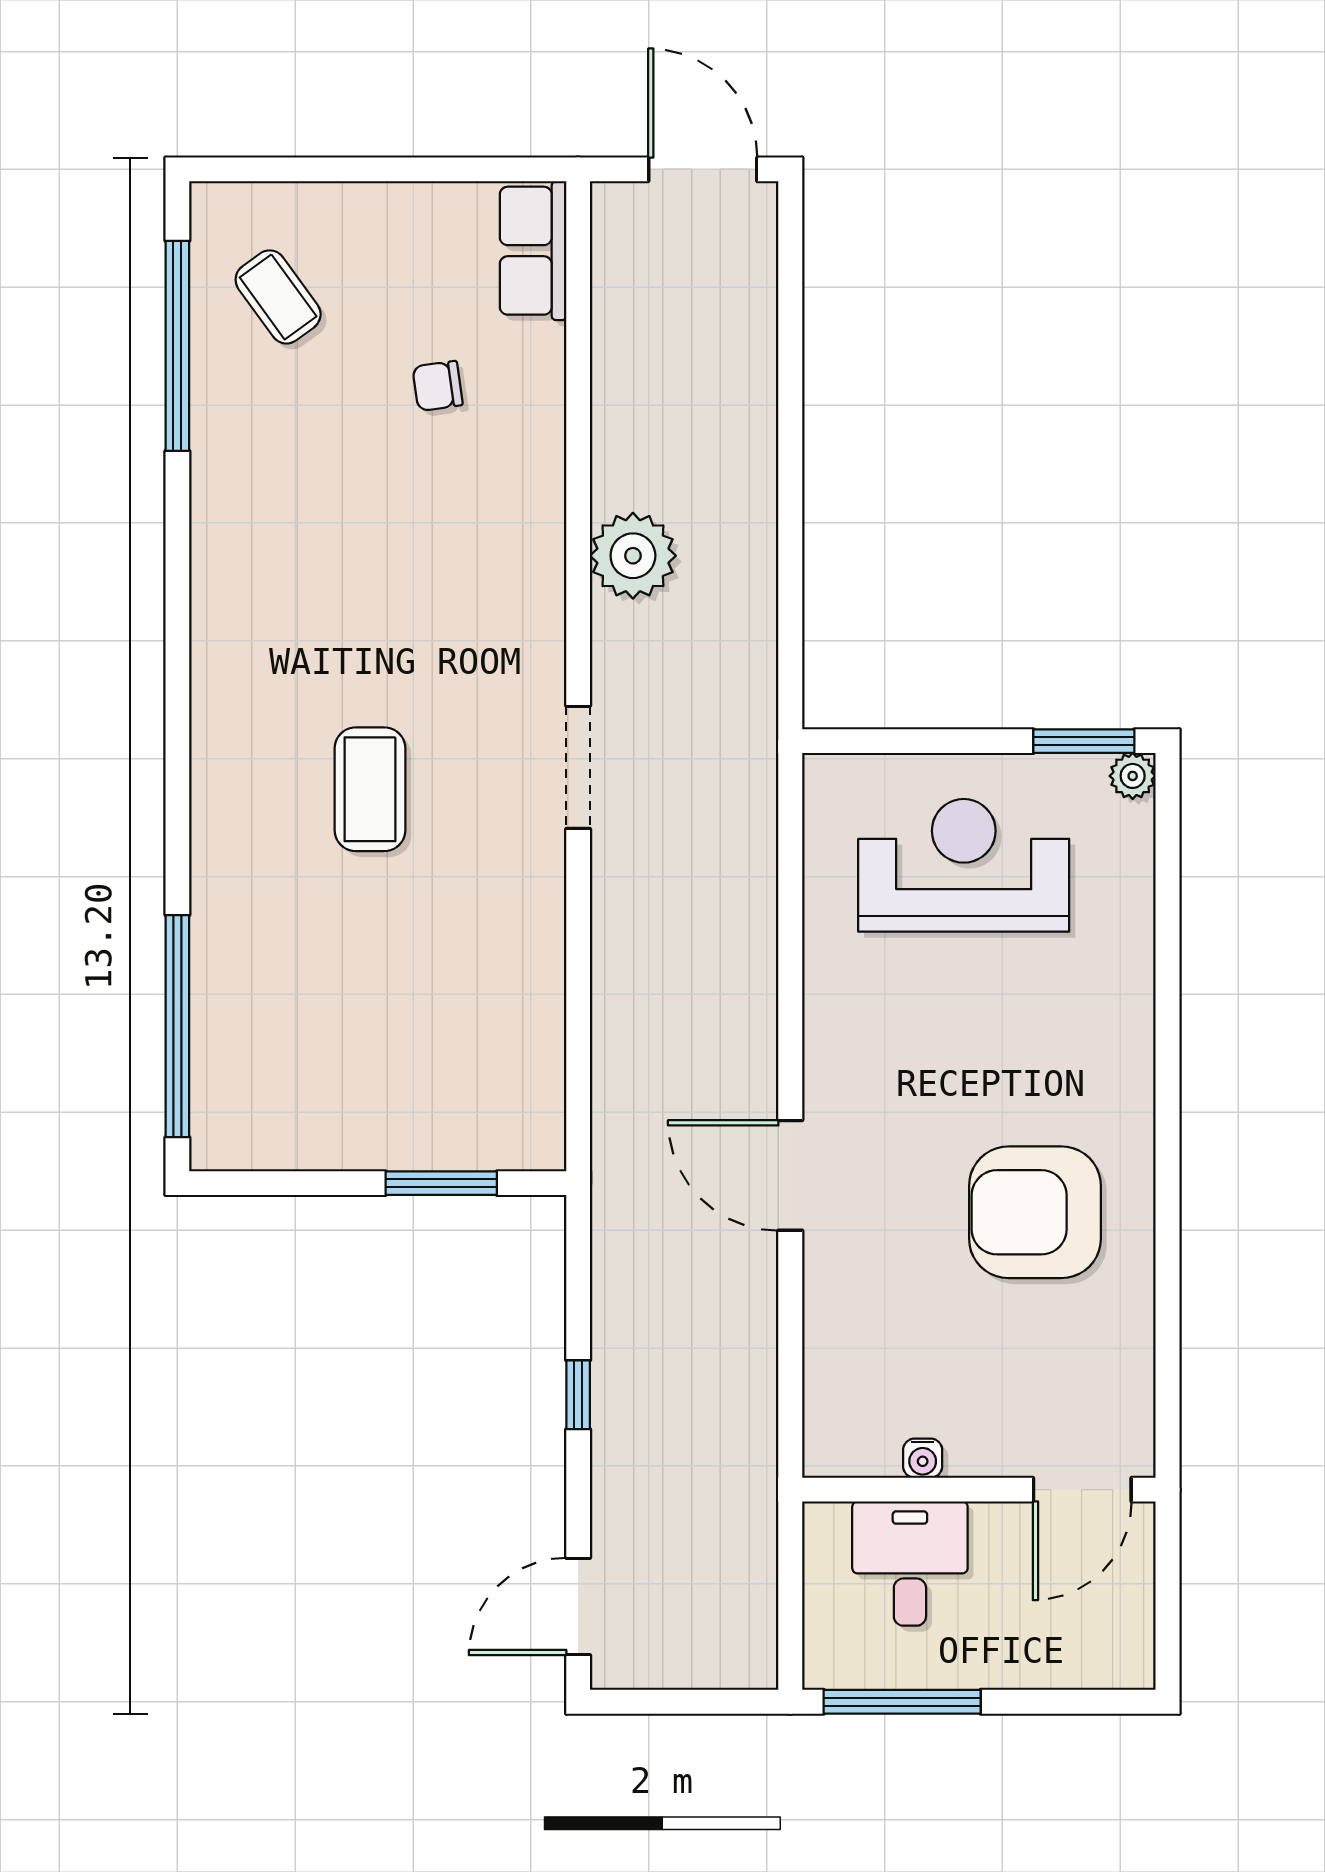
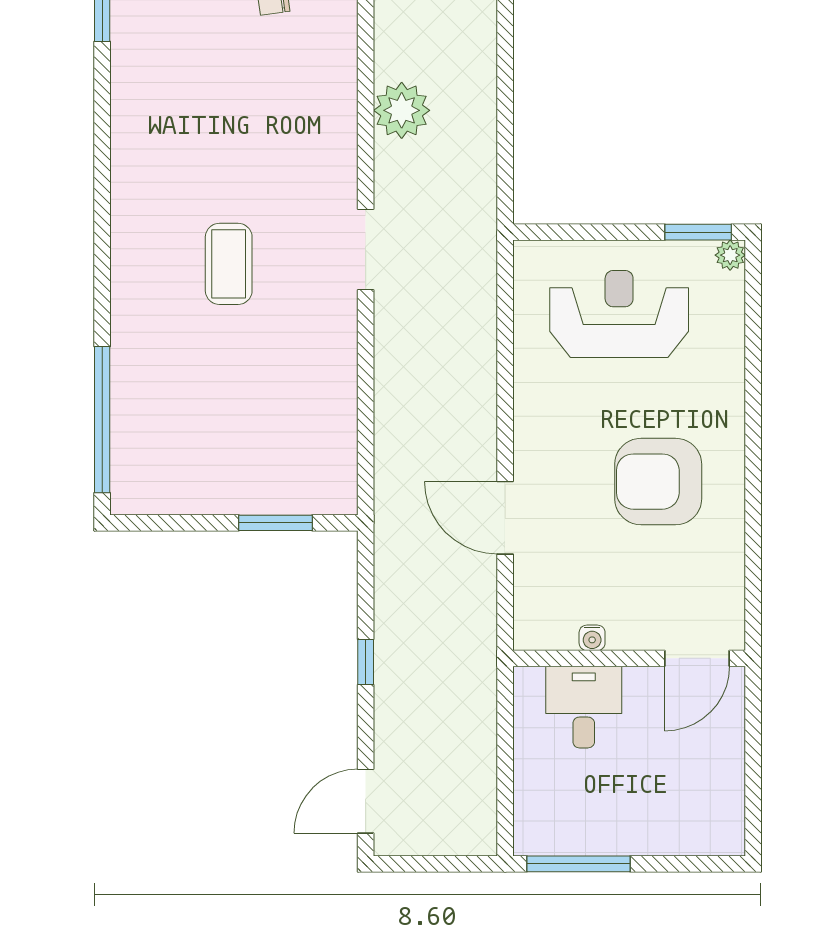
armchair: (1035, 1212) -> (658, 482), moved
water cooler: (923, 1458) -> (592, 638), moved
wall: (979, 1490) -> (629, 658), moved
door: (1082, 1490) -> (697, 658), moved
desk: (910, 1564) -> (584, 707), moved

